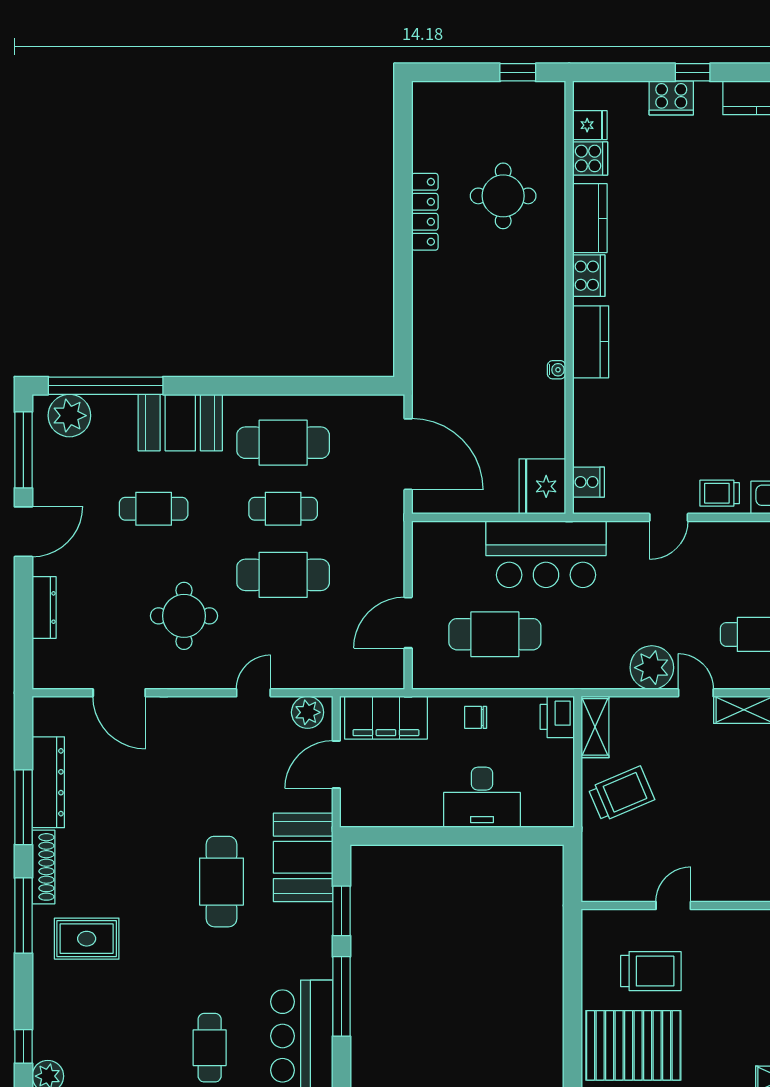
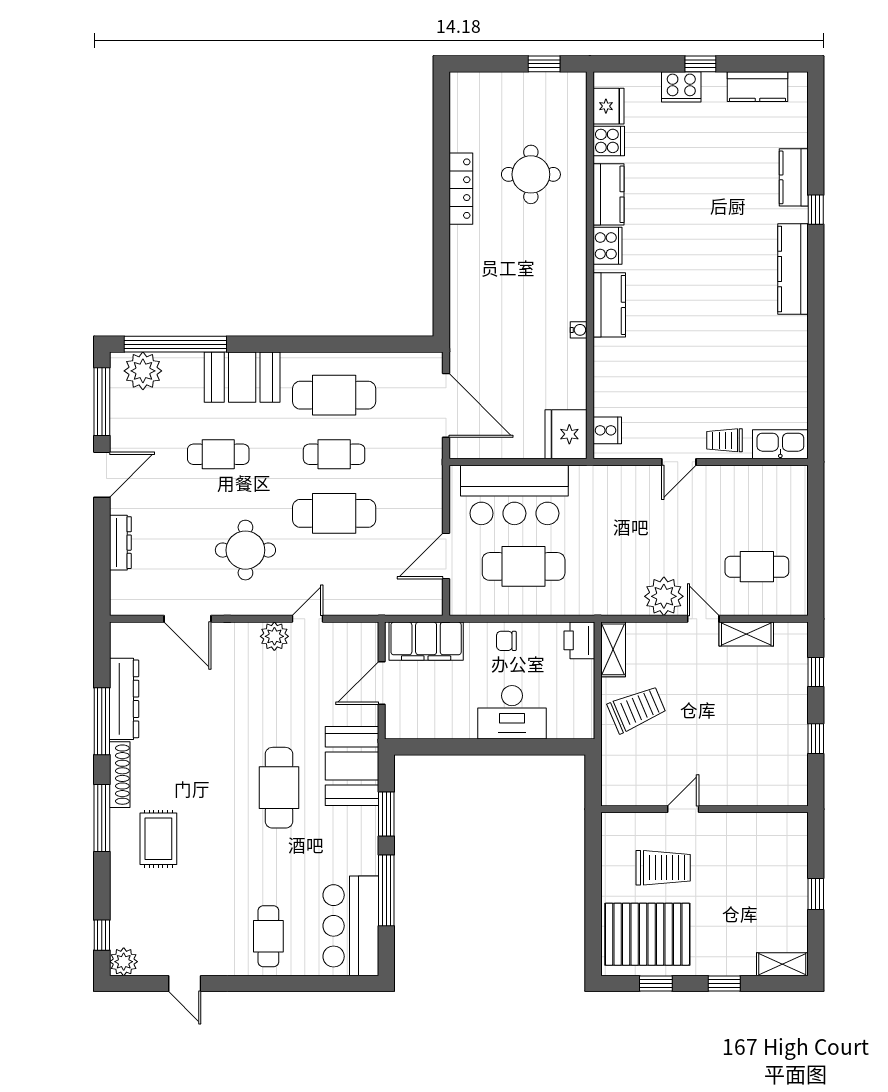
fridge: (590, 125) -> (608, 106), width x1.38
bar counter: (546, 554) -> (514, 495), moved
plant: (308, 712) -> (274, 636), moved
rug: (87, 939) -> (158, 839), turned 90

